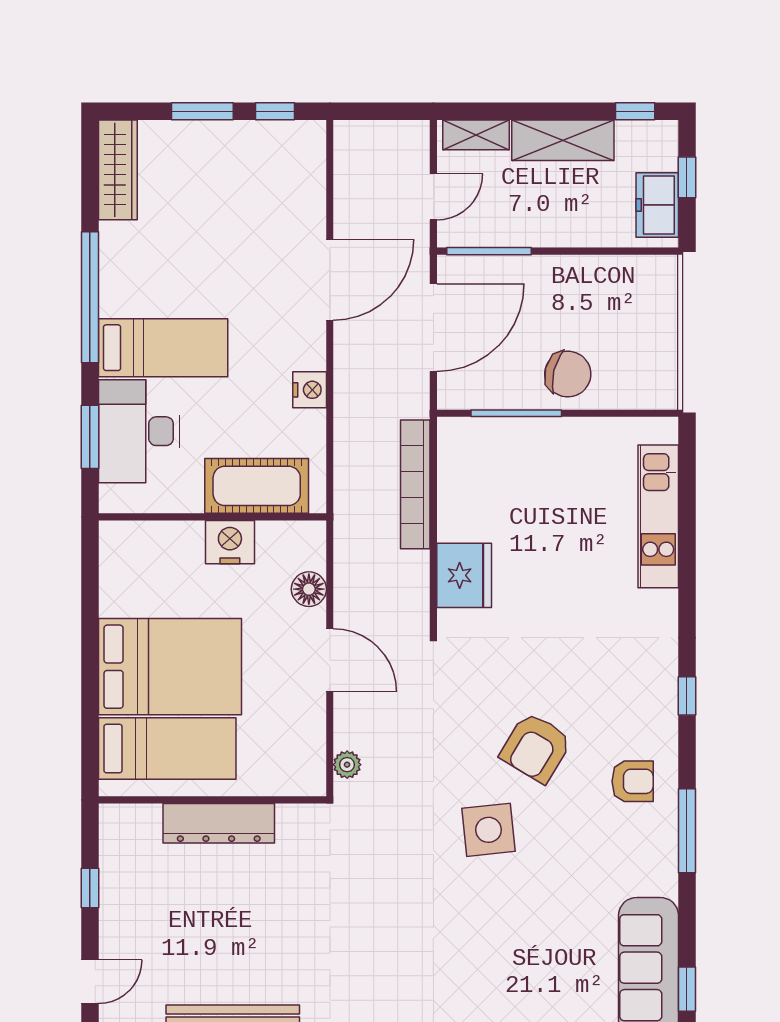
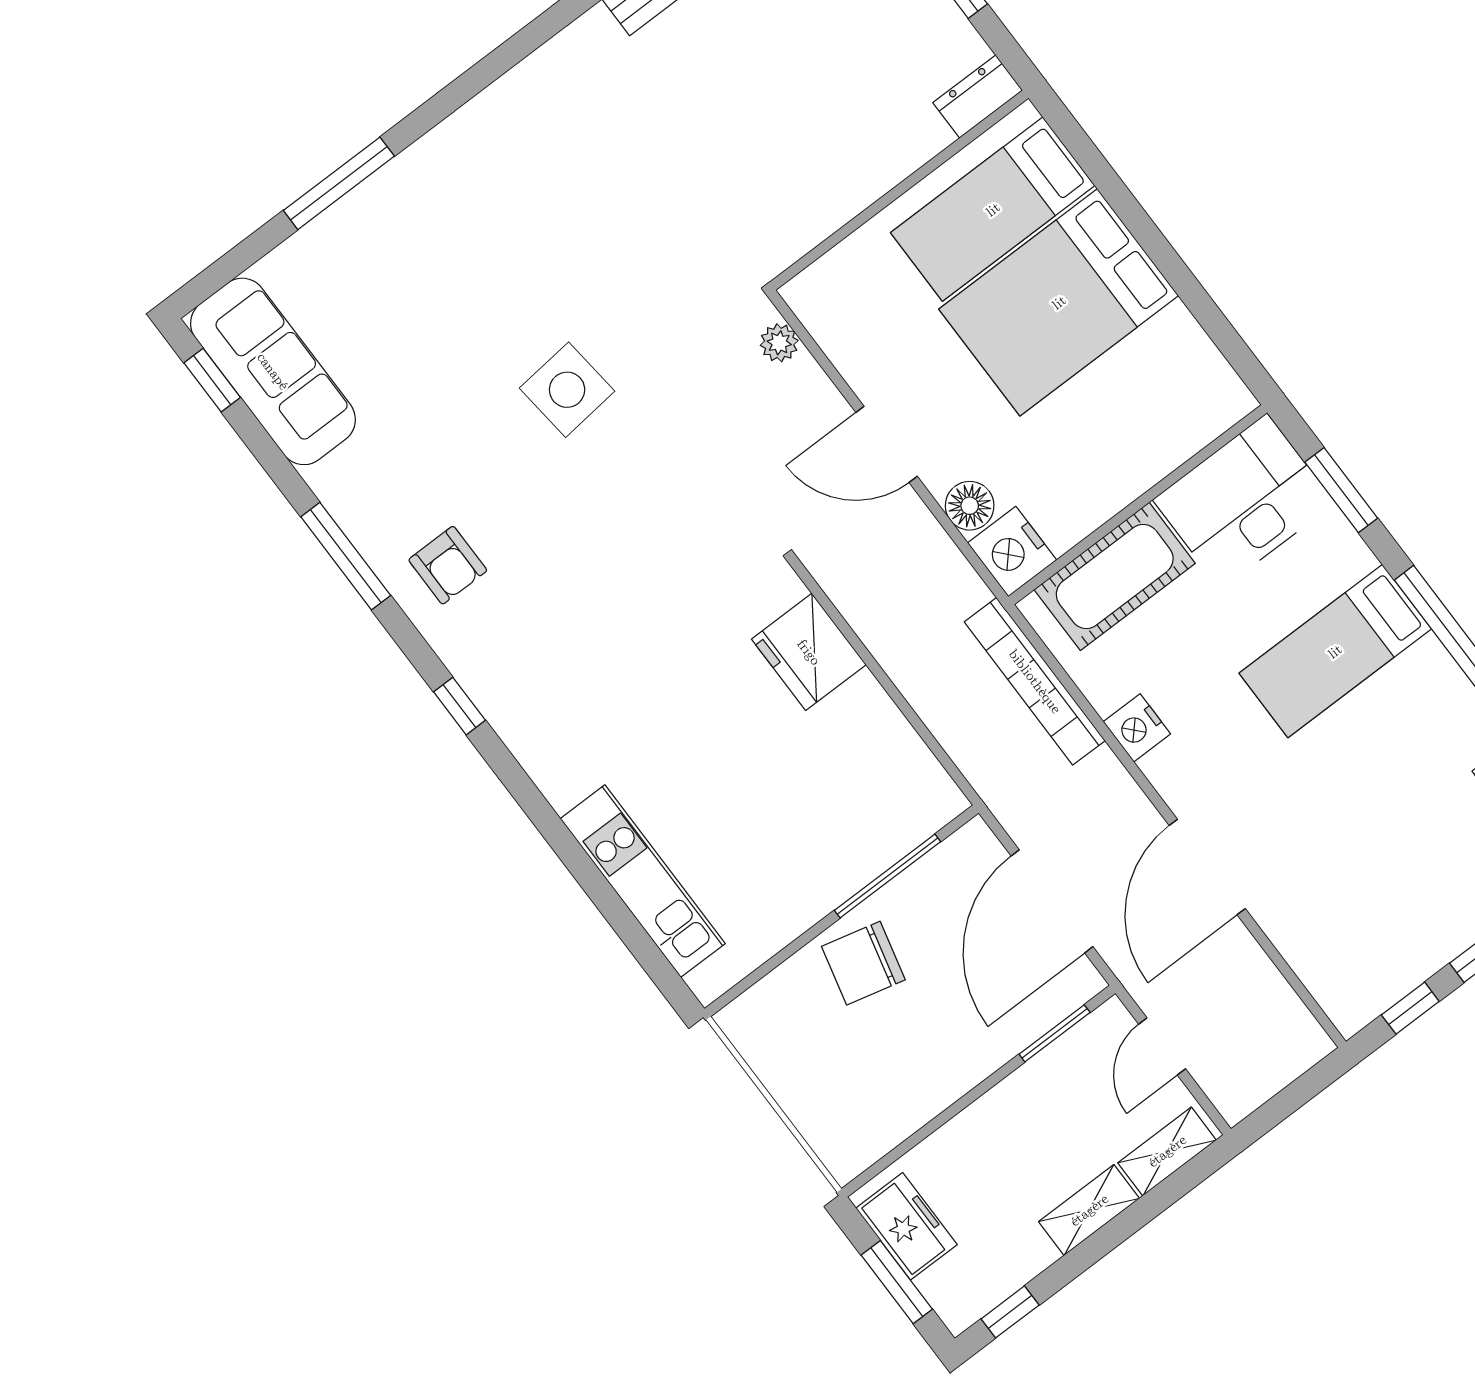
shelving: (563, 140) -> (1089, 1210), width x0.67, depth x0.75
window: (687, 177) -> (897, 1282), width x1.50
window: (489, 251) -> (1055, 1033), width x0.69
desk: (139, 431) -> (1244, 501), moved, turned -90
bookcase: (415, 484) -> (1035, 681), moved, turned 180
nightstand: (230, 542) -> (1012, 551), moved, turned 90
armchair: (536, 747) -> (584, 521), removed
armchair: (633, 781) -> (448, 565), turned -90
dresser: (219, 823) -> (978, 97), moved, width x0.51, depth x0.80

